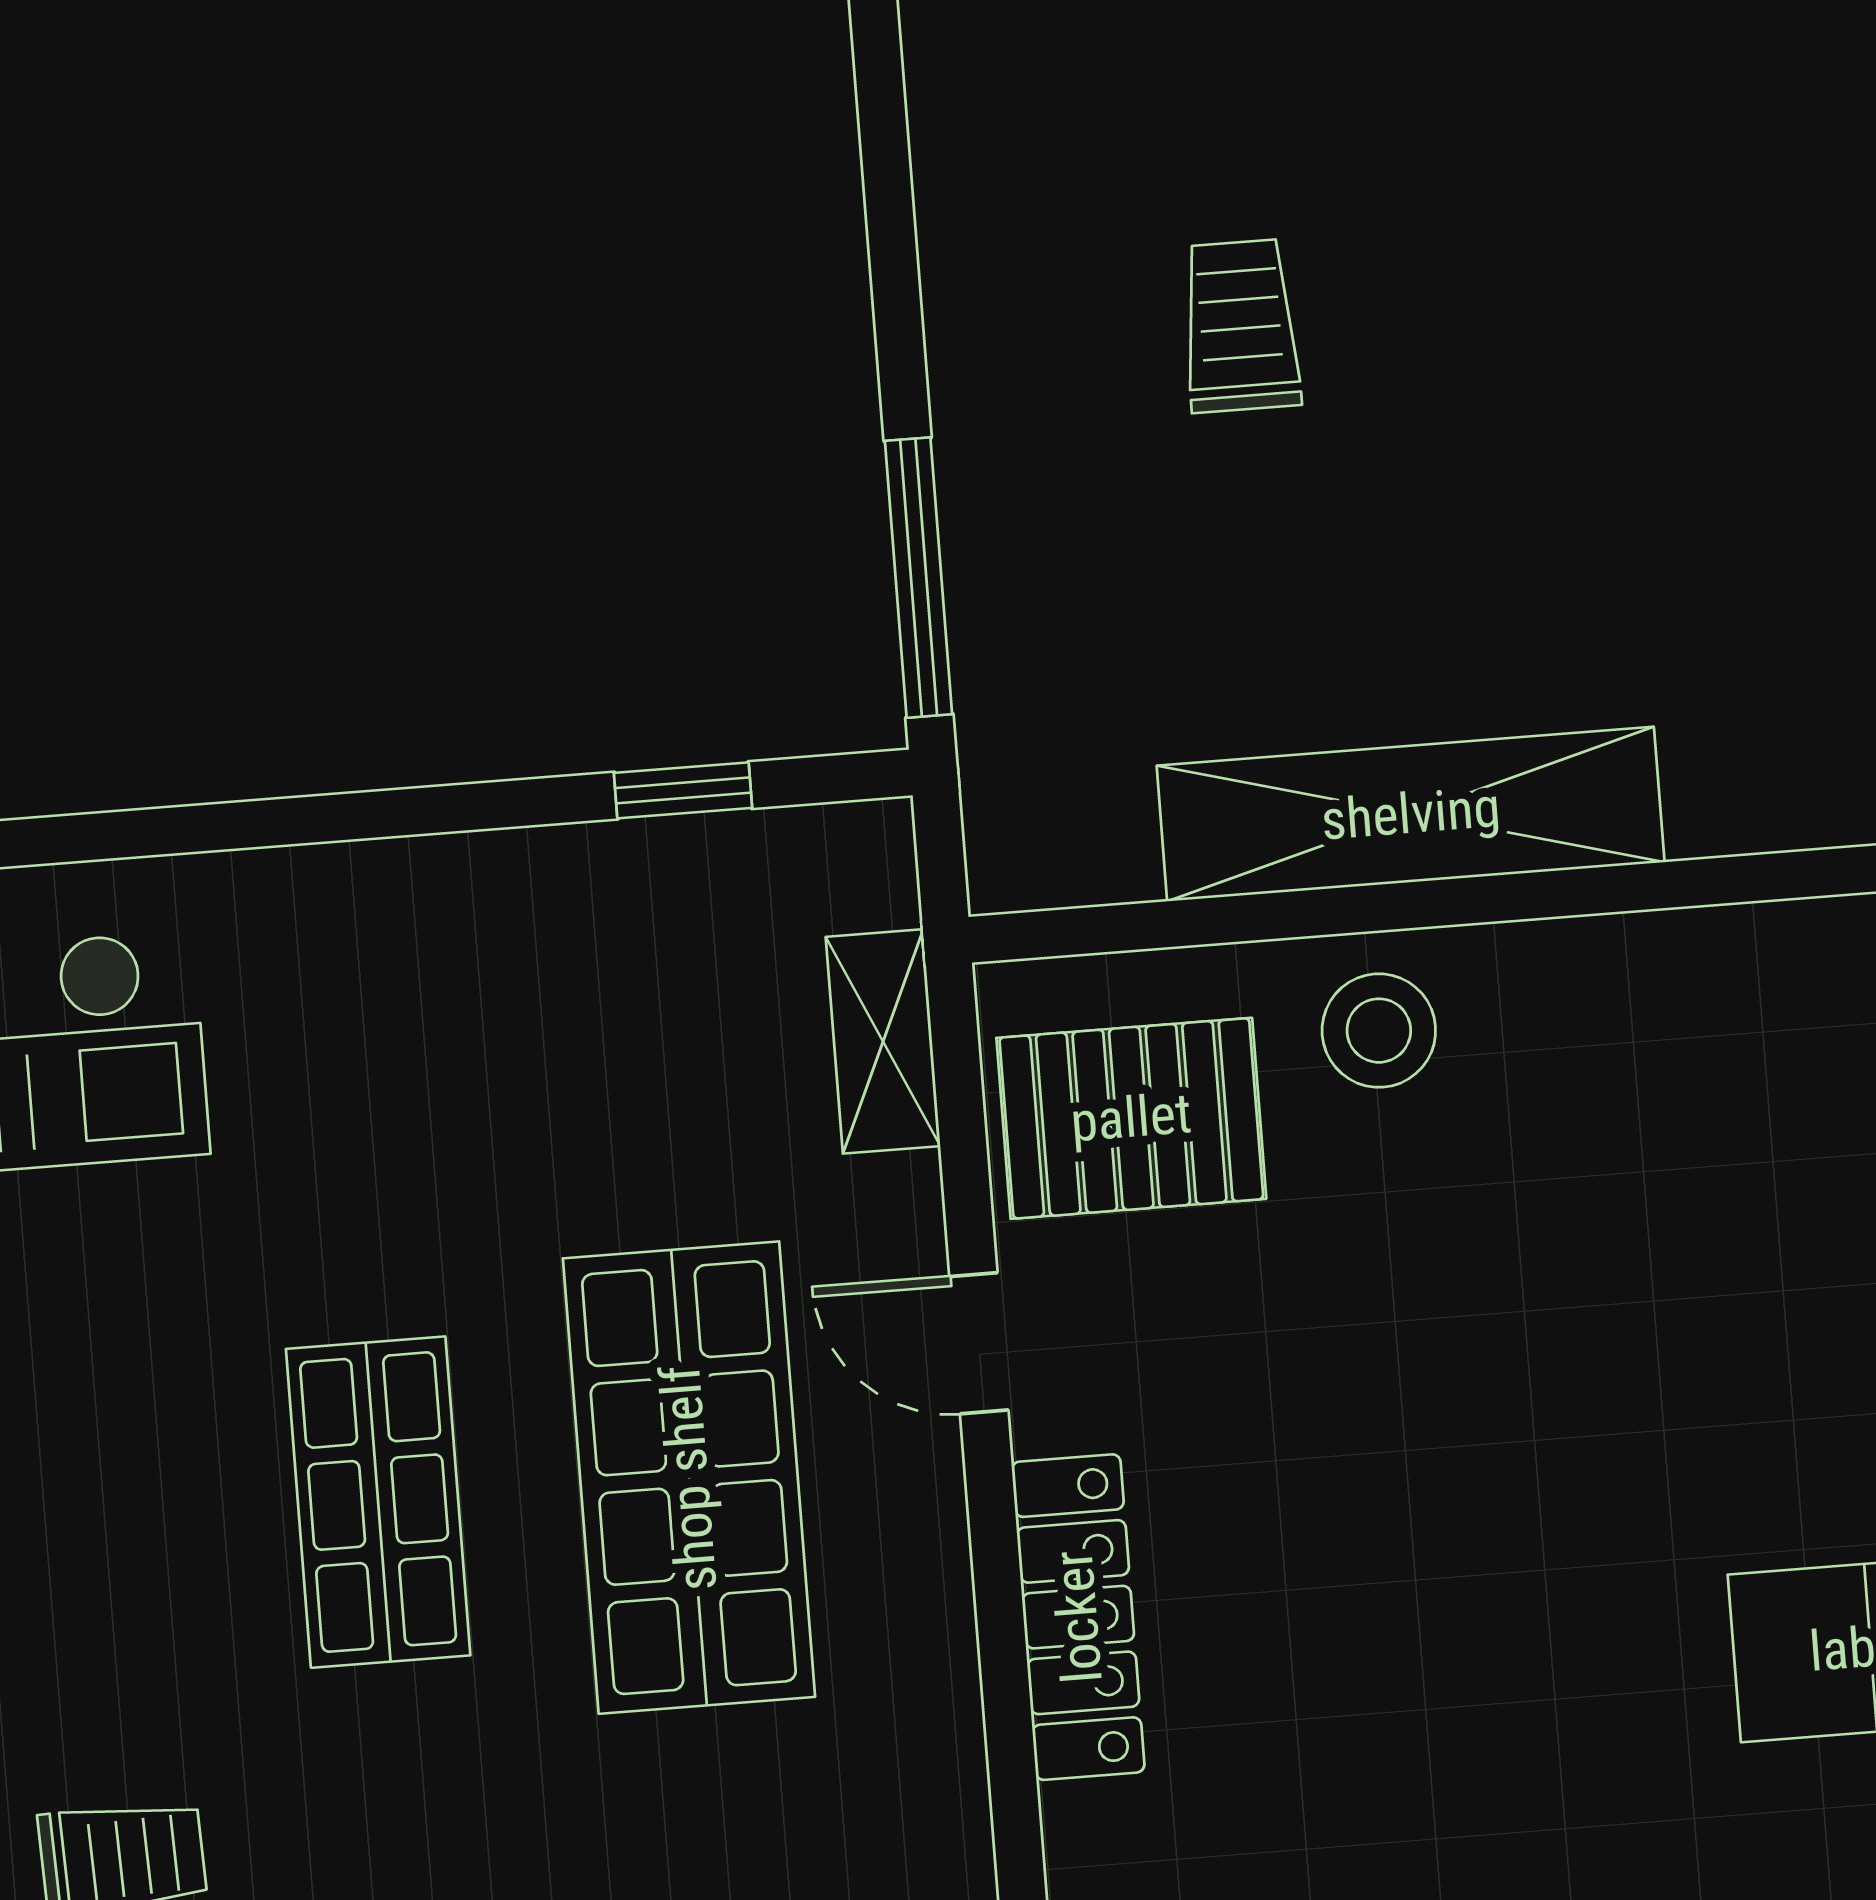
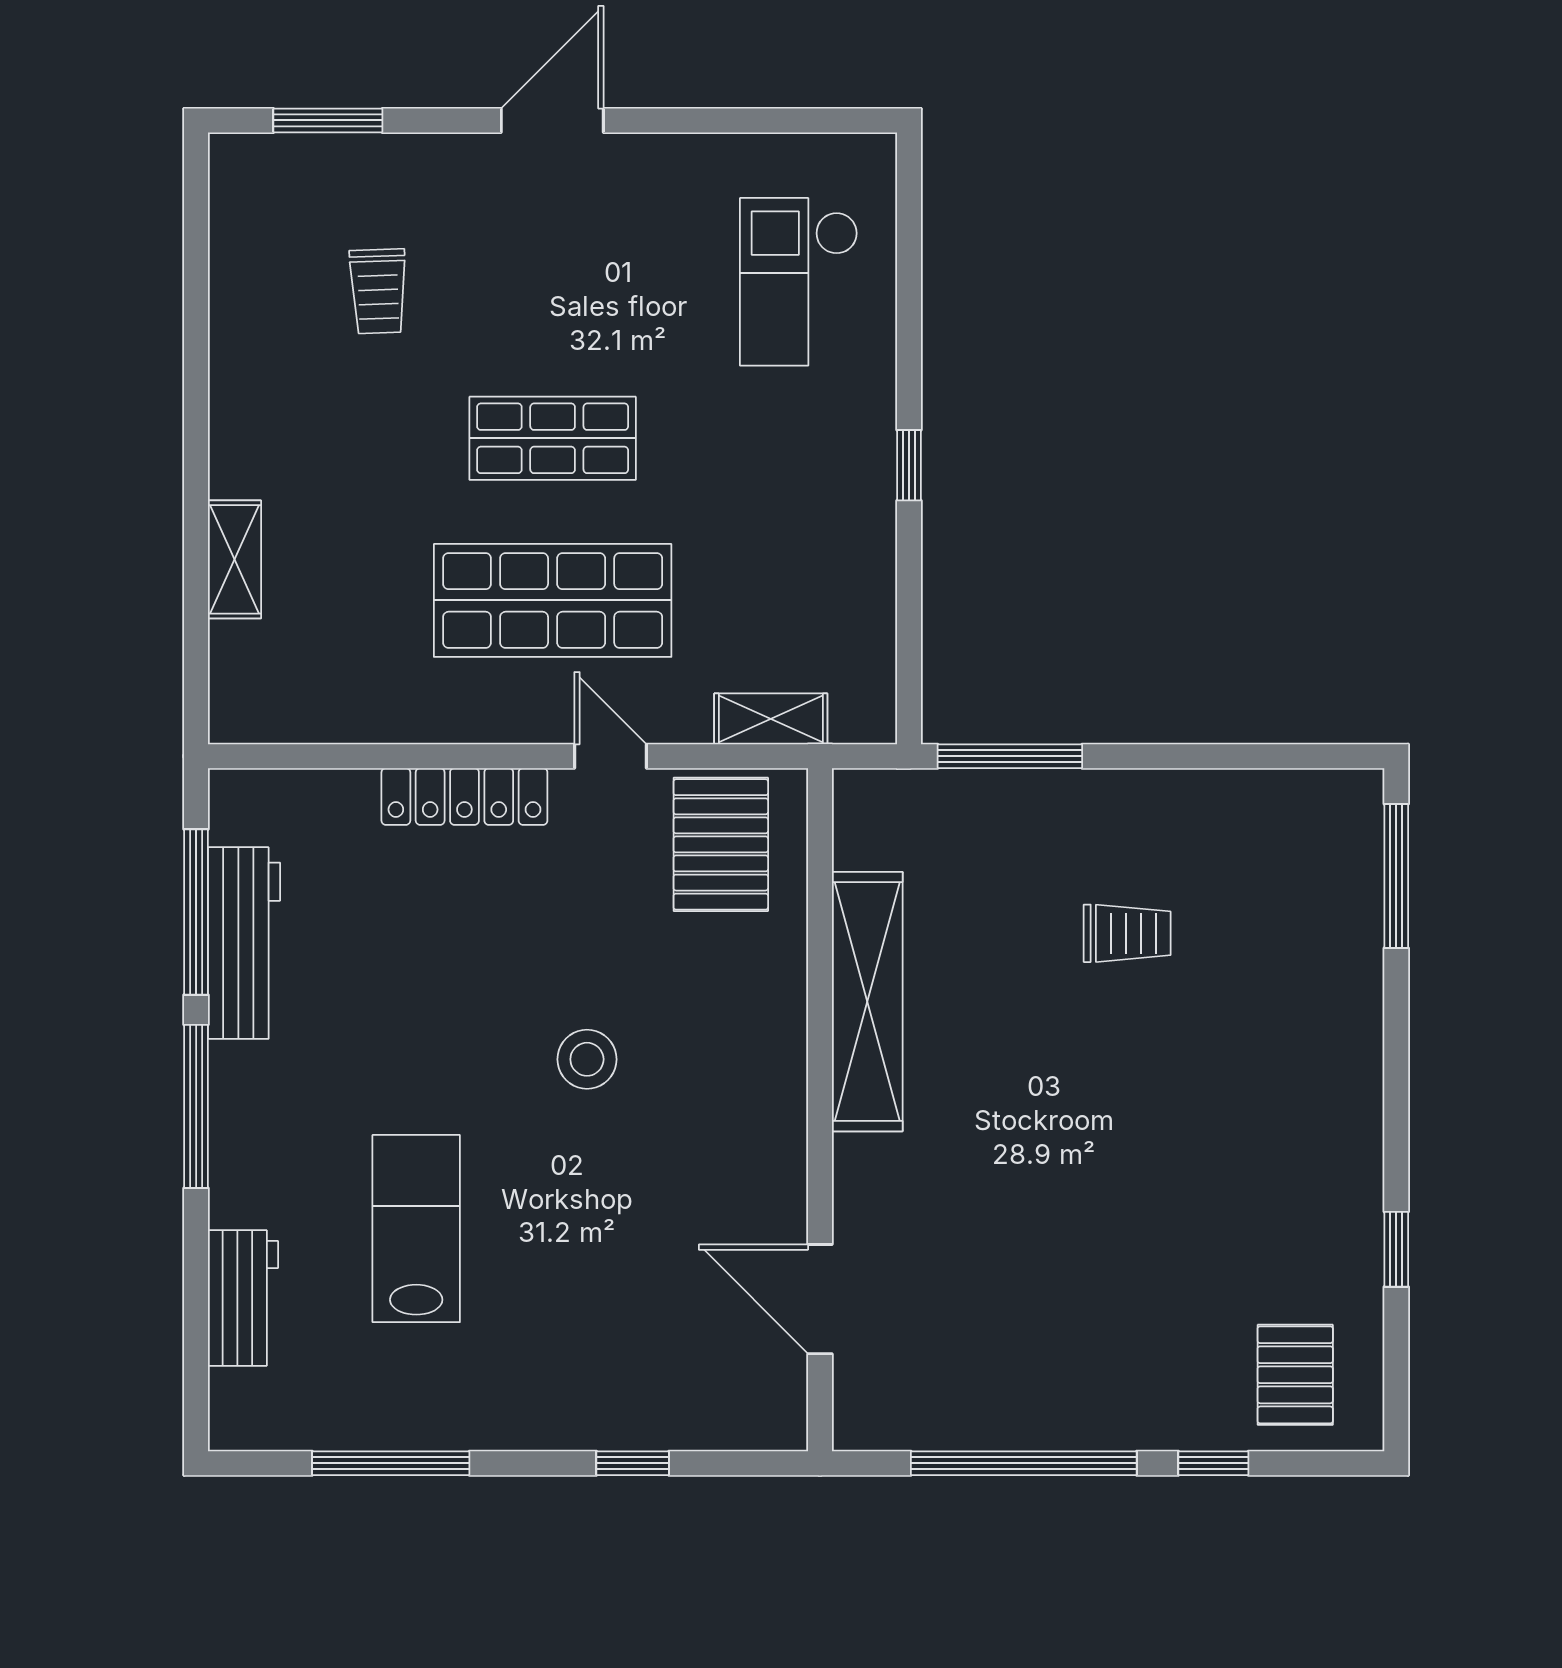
window: (683, 790) -> (909, 465), moved
stool: (1379, 1031) -> (587, 1059), moved
door: (979, 1343) -> (610, 756), hinge flipped

